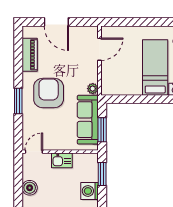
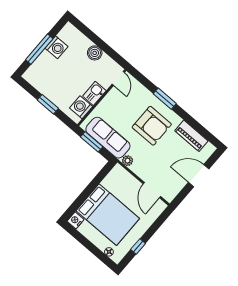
window: (154, 22) -> (138, 246), added
bed: (155, 67) -> (108, 215), width x1.50
window: (102, 174) -> (48, 104), moved
washing machine: (90, 191) -> (81, 107), moved, turned -90

